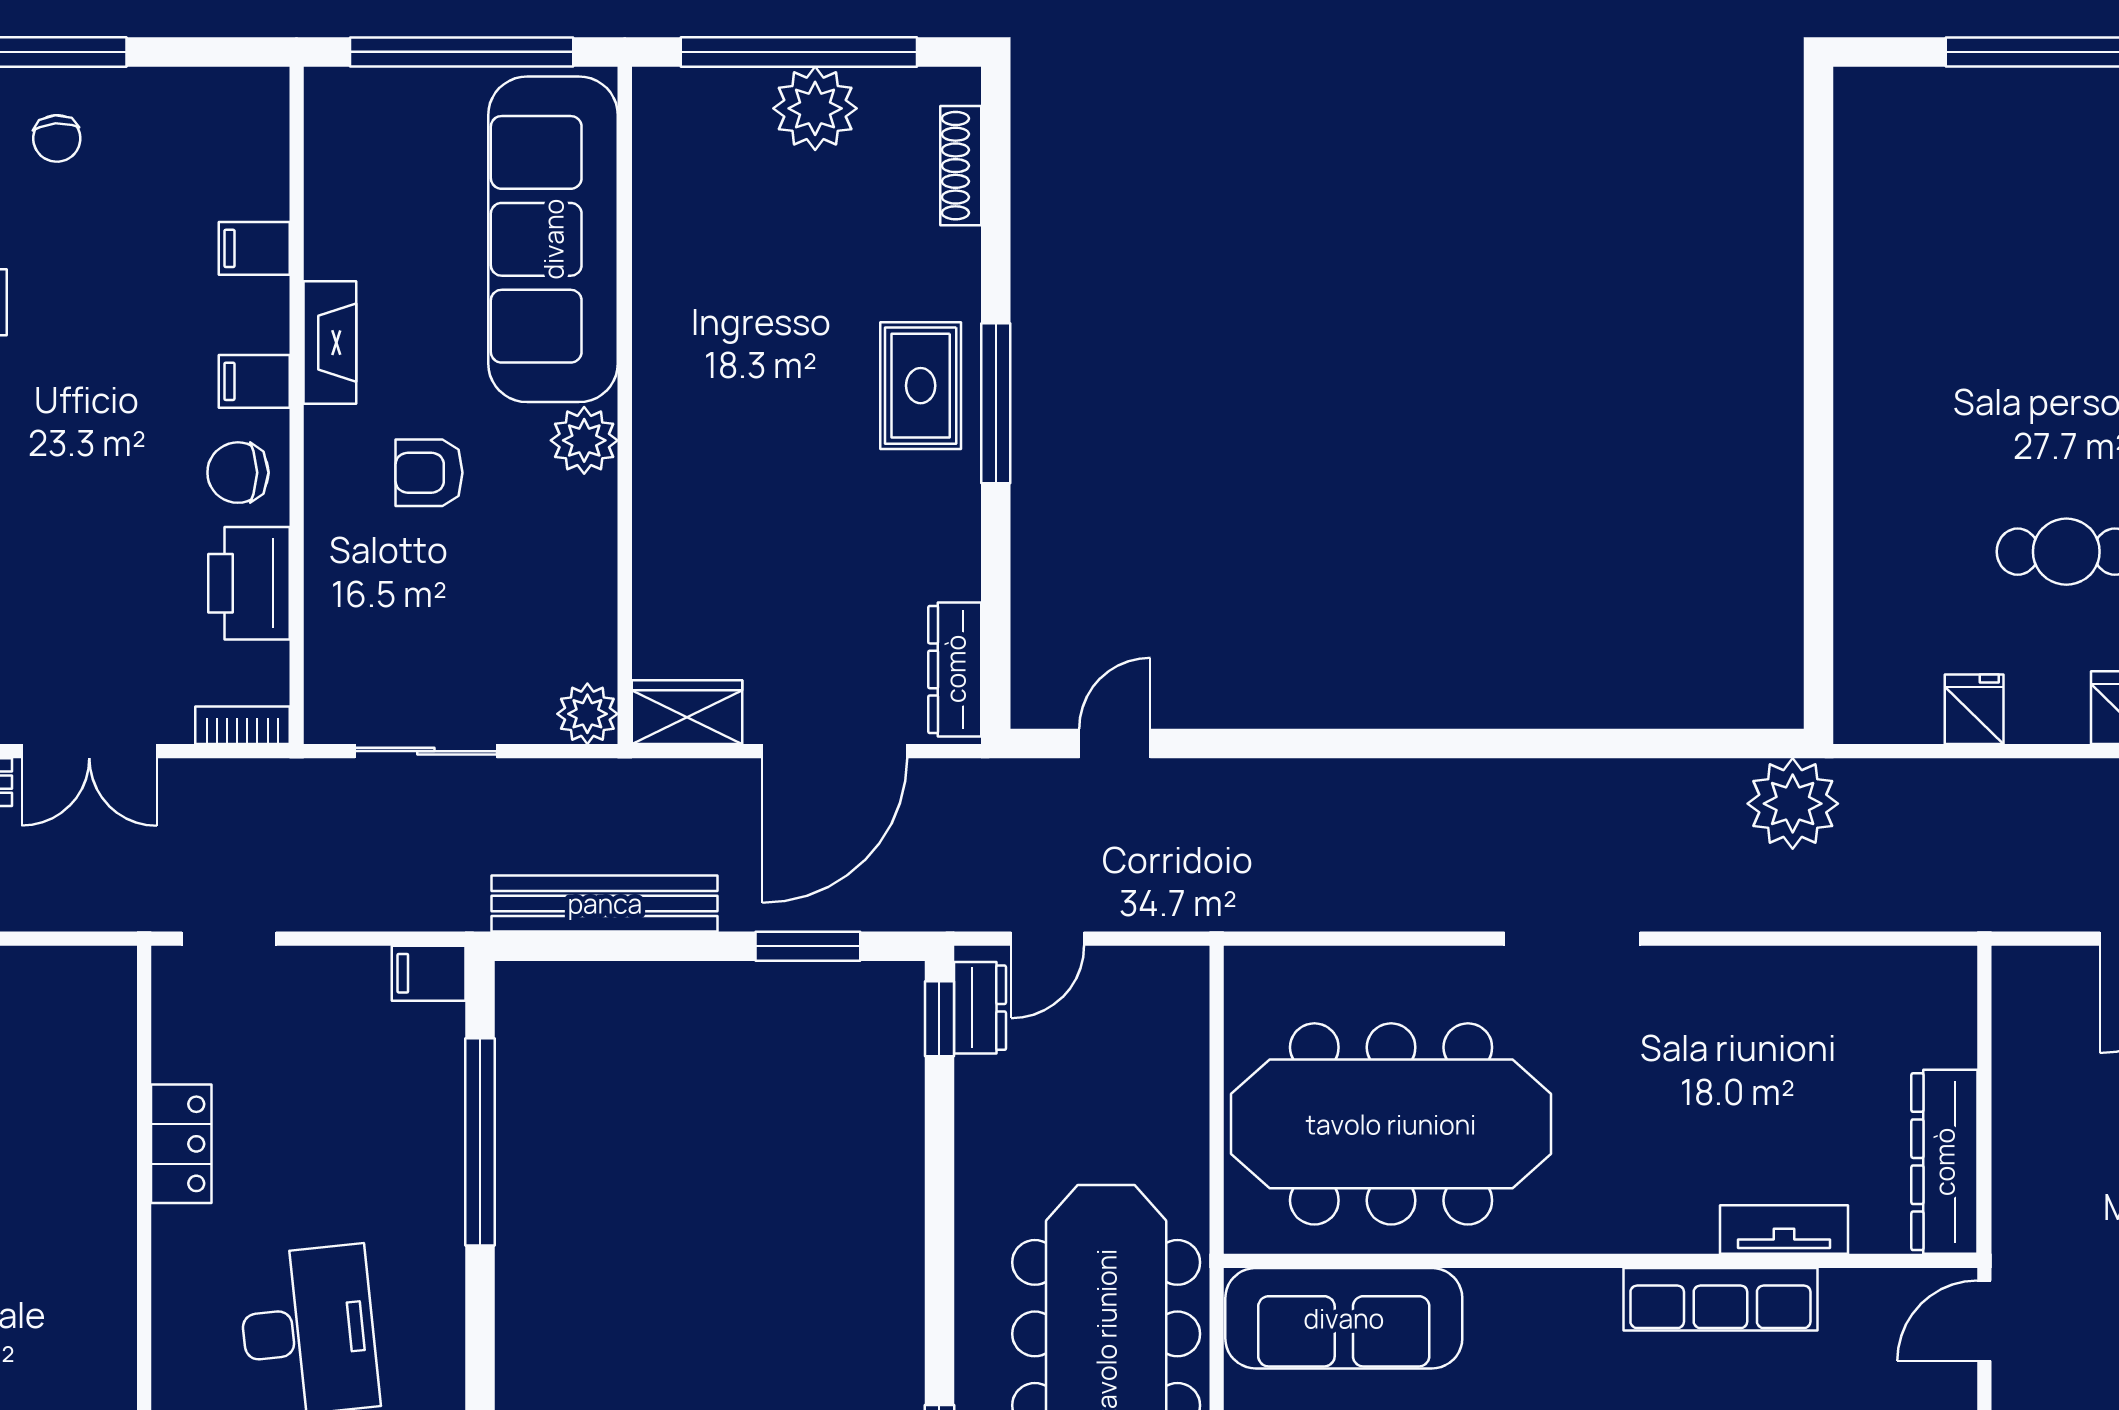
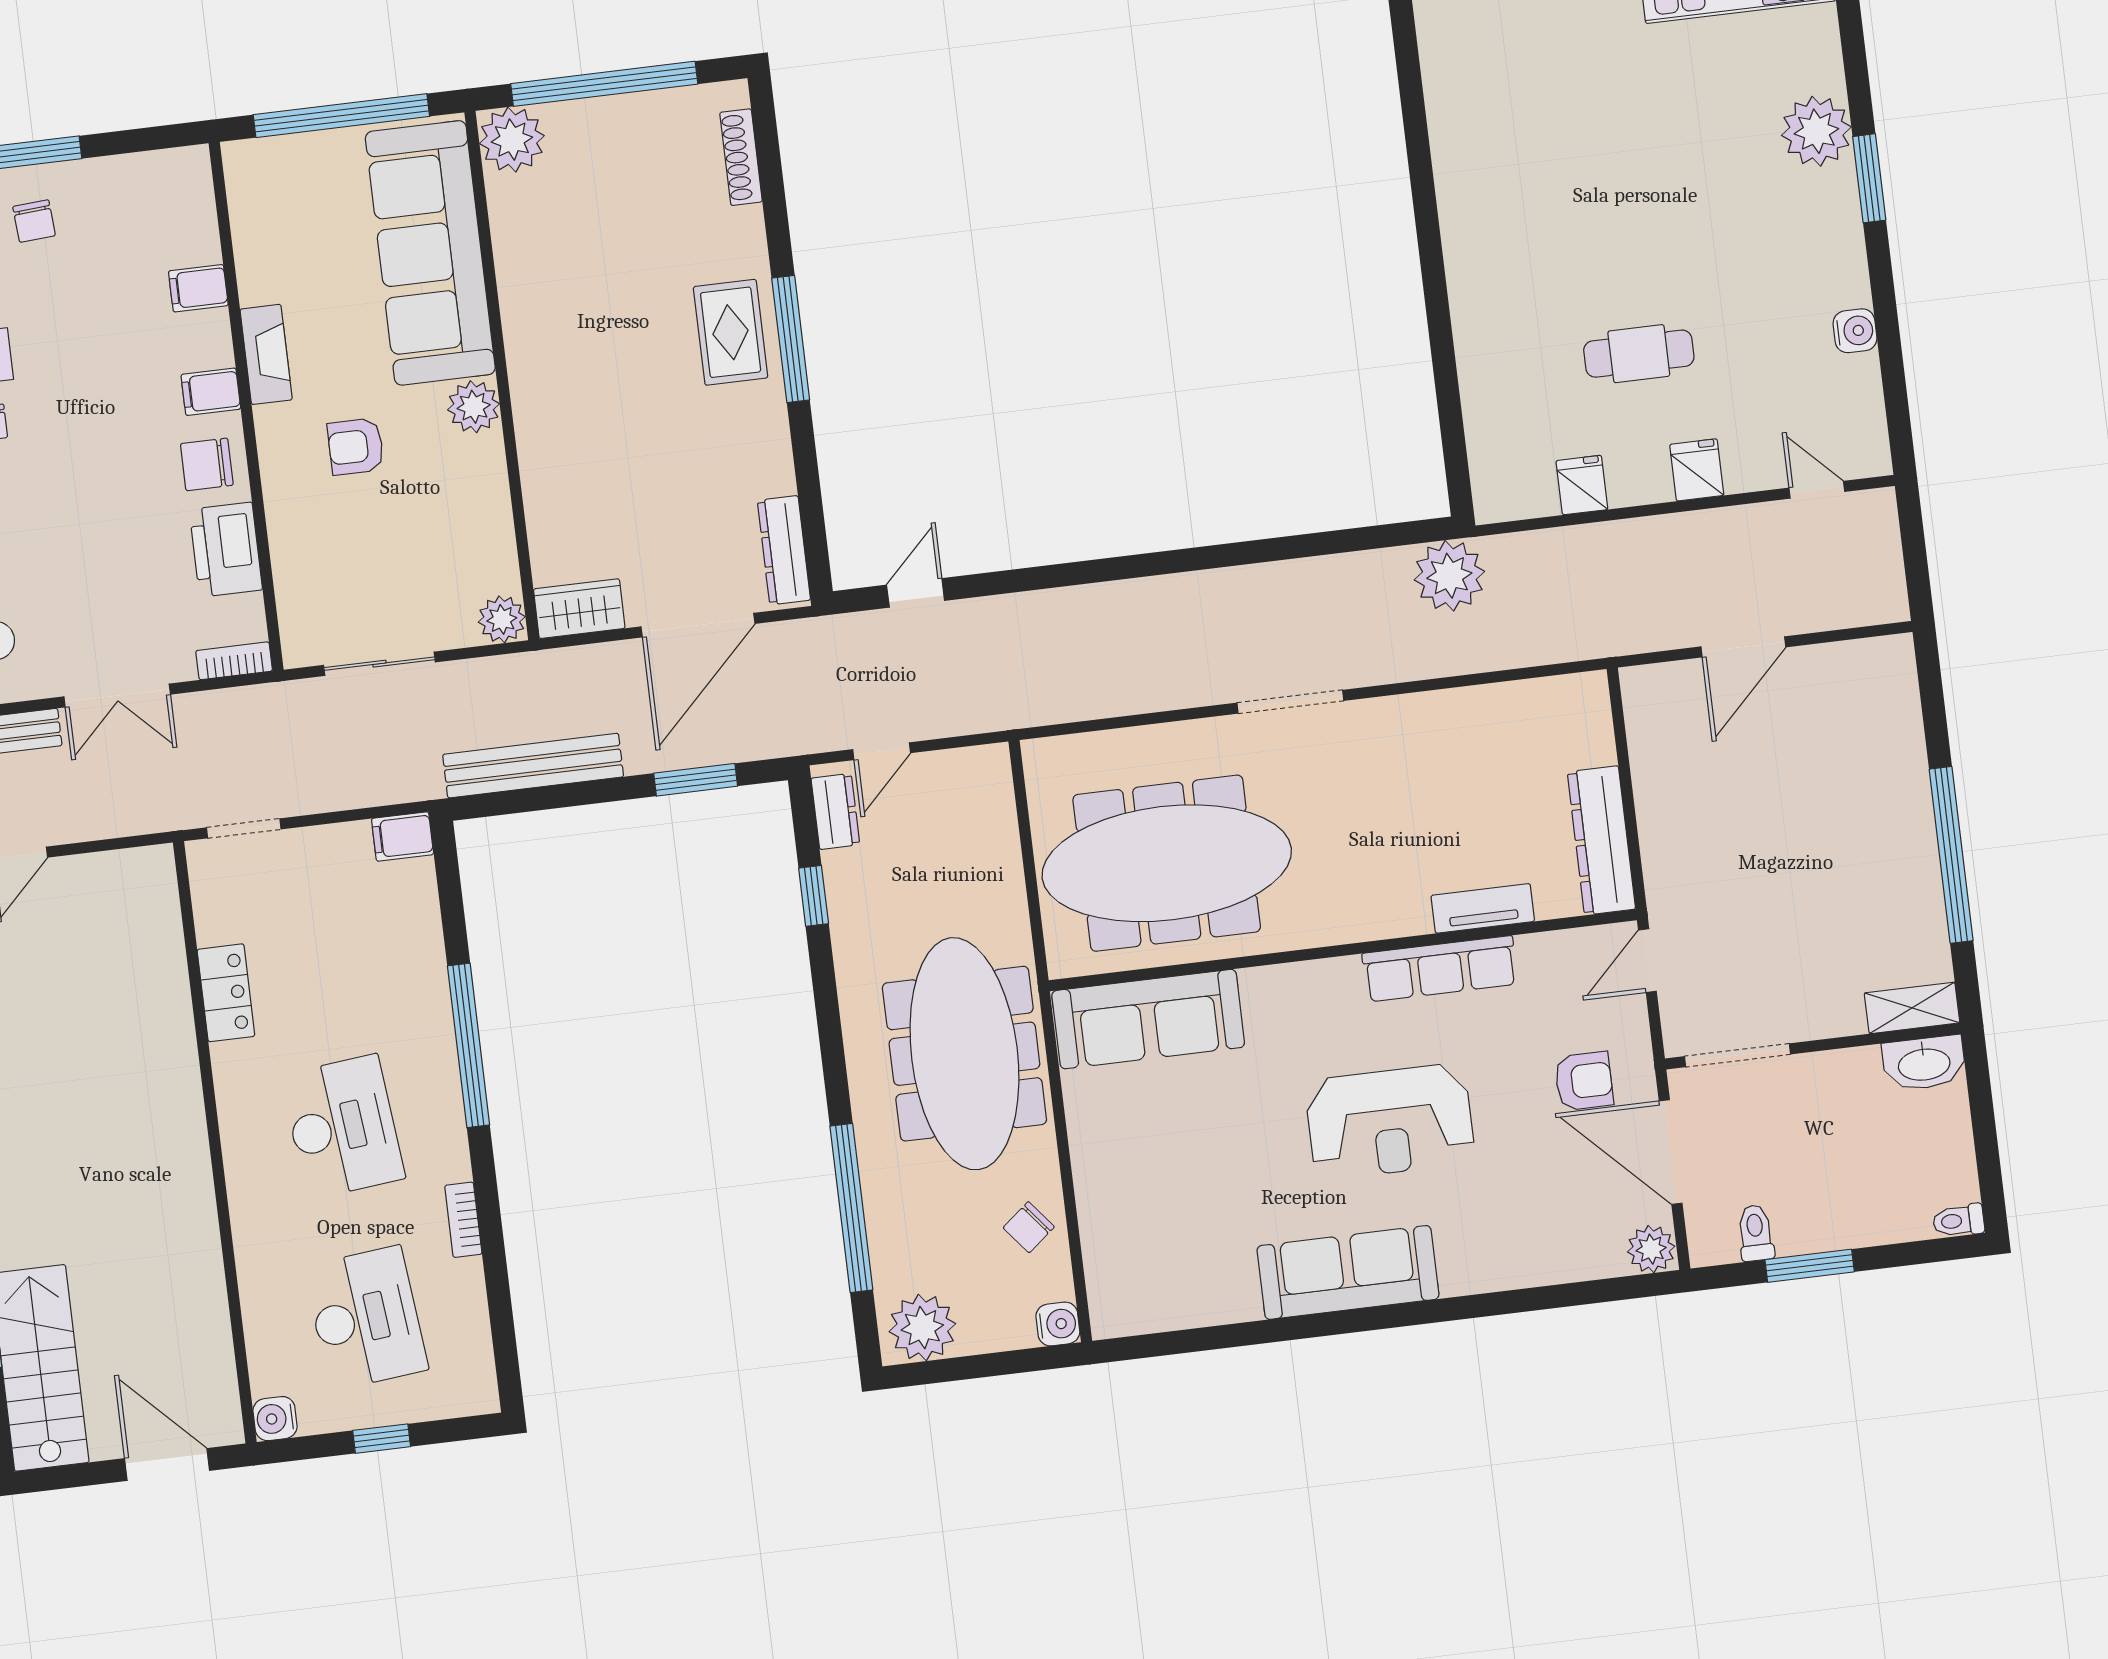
plant: (815, 108) -> (512, 140), moved
window: (939, 1019) -> (814, 896), moved
window: (480, 1142) -> (468, 1045), moved

